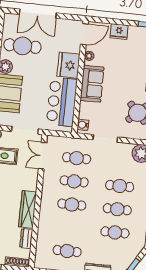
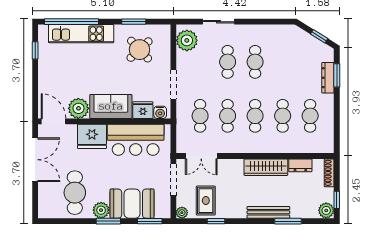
double door: (38, 14) -> (35, 160), moved
fridge: (119, 32) -> (143, 110), moved, turned -90
plant: (89, 56) -> (78, 108), width x1.88, depth x1.88
cafe table: (115, 232) -> (283, 116), moved

